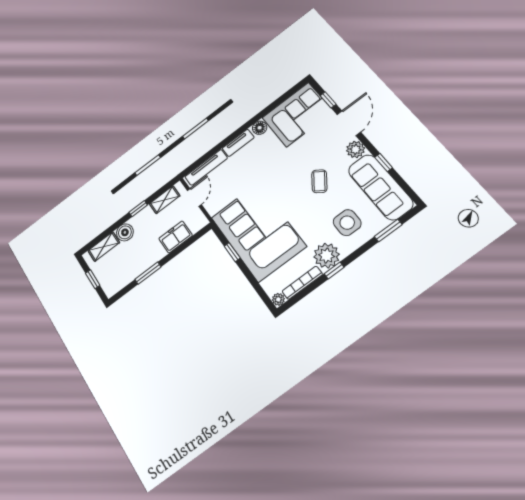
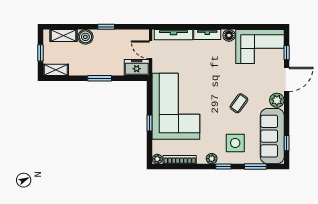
window: (384, 162) -> (287, 143), moved
door: (194, 197) -> (151, 50), swing flipped
shelving: (165, 200) -> (56, 70), moved
freezer: (176, 237) -> (137, 68), moved
window: (232, 252) -> (150, 123), moved
plant: (327, 256) -> (212, 159), width x0.53, depth x0.53
window: (334, 270) -> (223, 166), moved
window: (148, 273) -> (100, 78), moved

